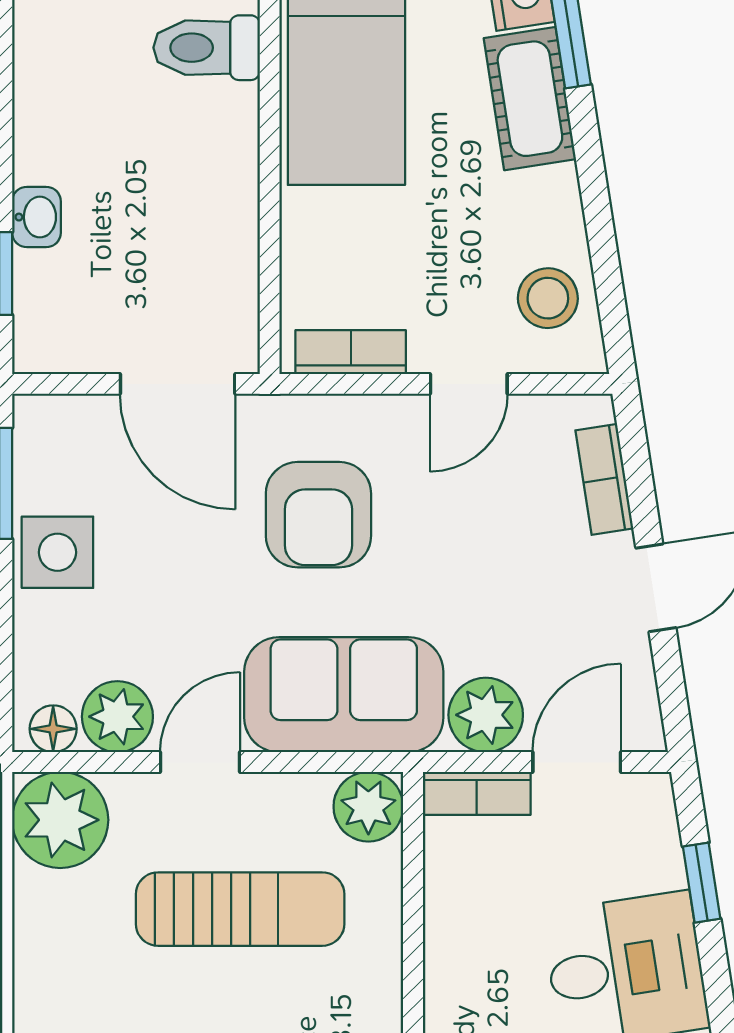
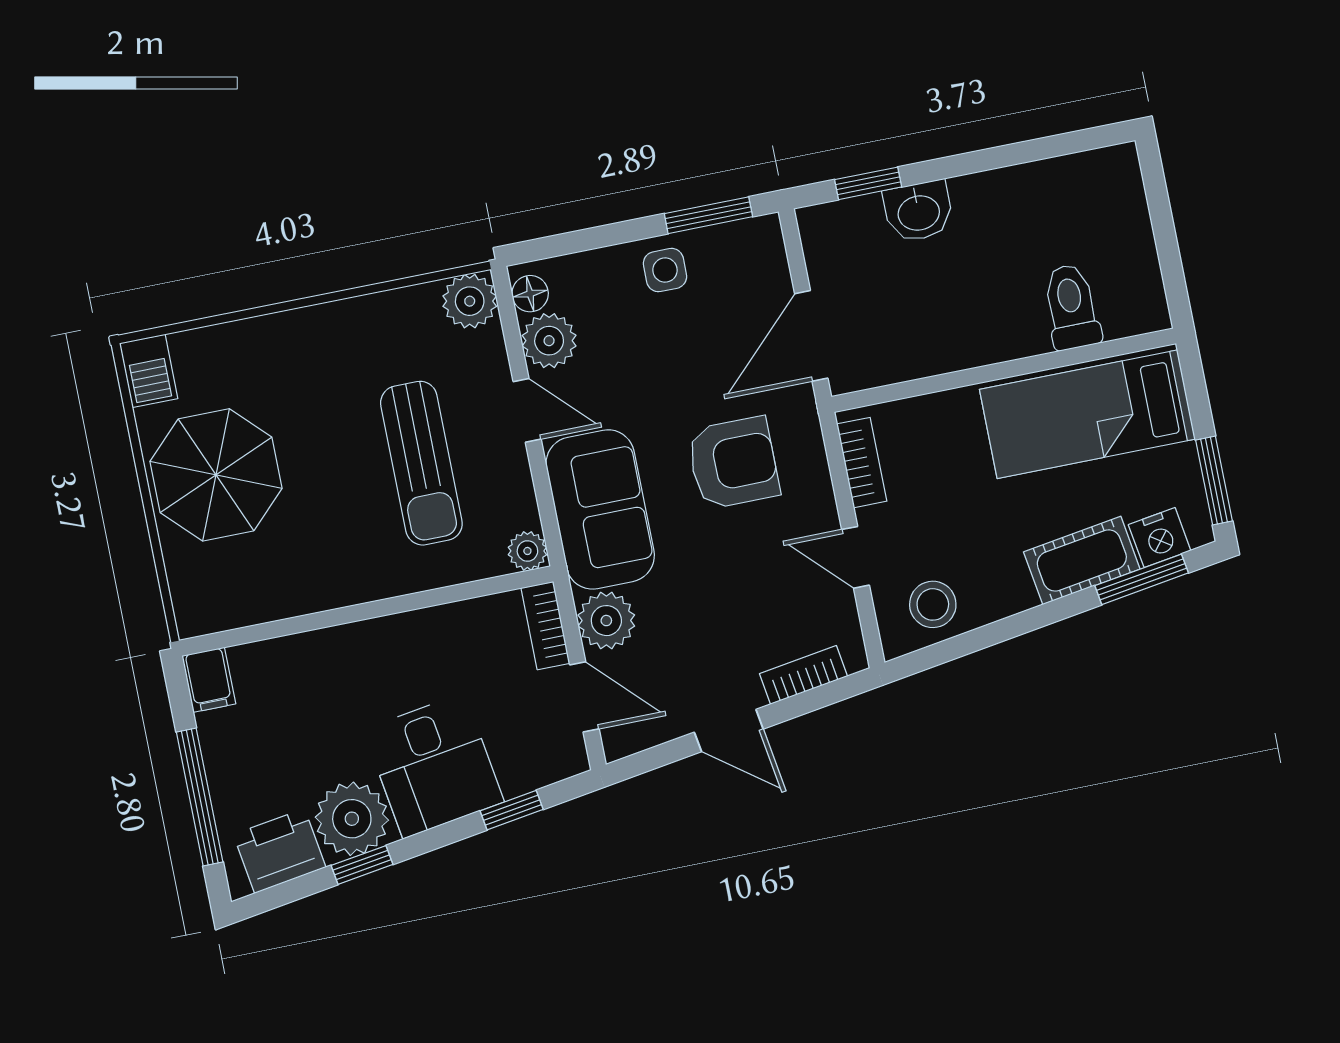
washbasin: (36, 217) -> (918, 211), width x1.38, depth x1.45
armchair: (318, 515) -> (733, 463), turned 180
side table: (57, 552) -> (665, 270), width x0.73, depth x0.73
plant: (368, 807) -> (527, 551), width x0.73, depth x0.73
plant: (60, 820) -> (470, 301), width x0.73, depth x0.73

